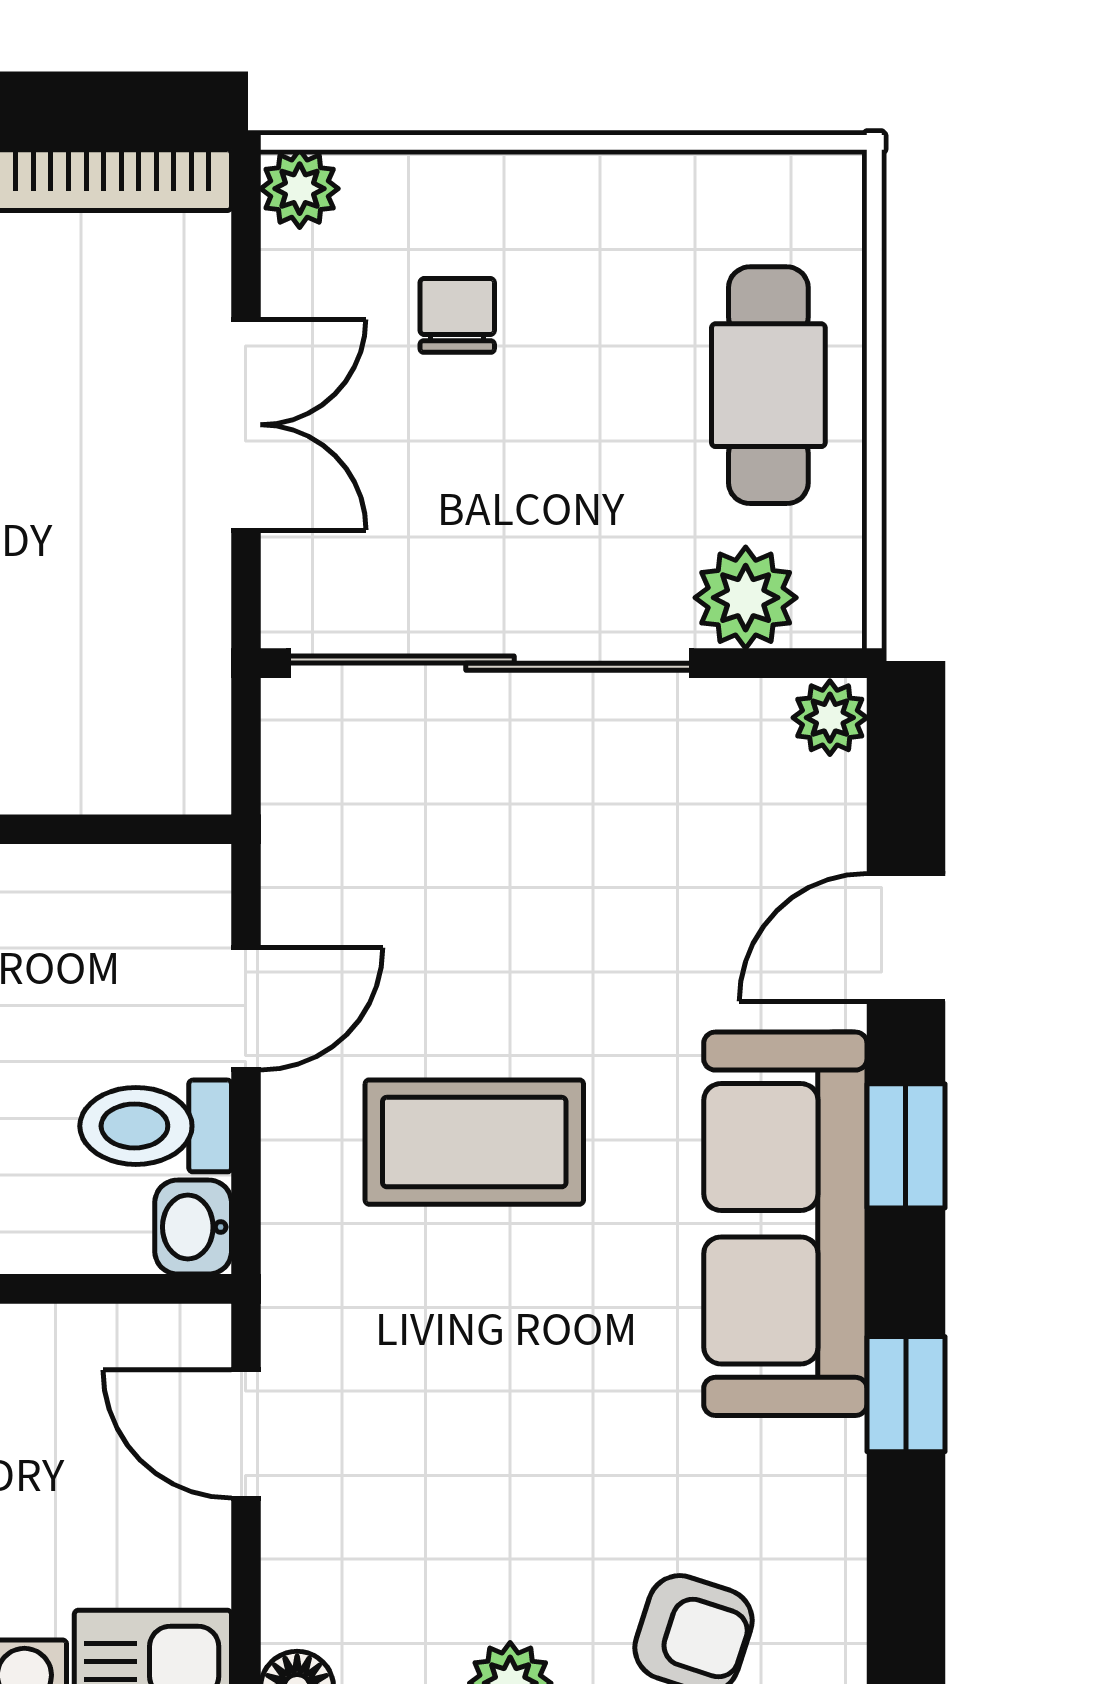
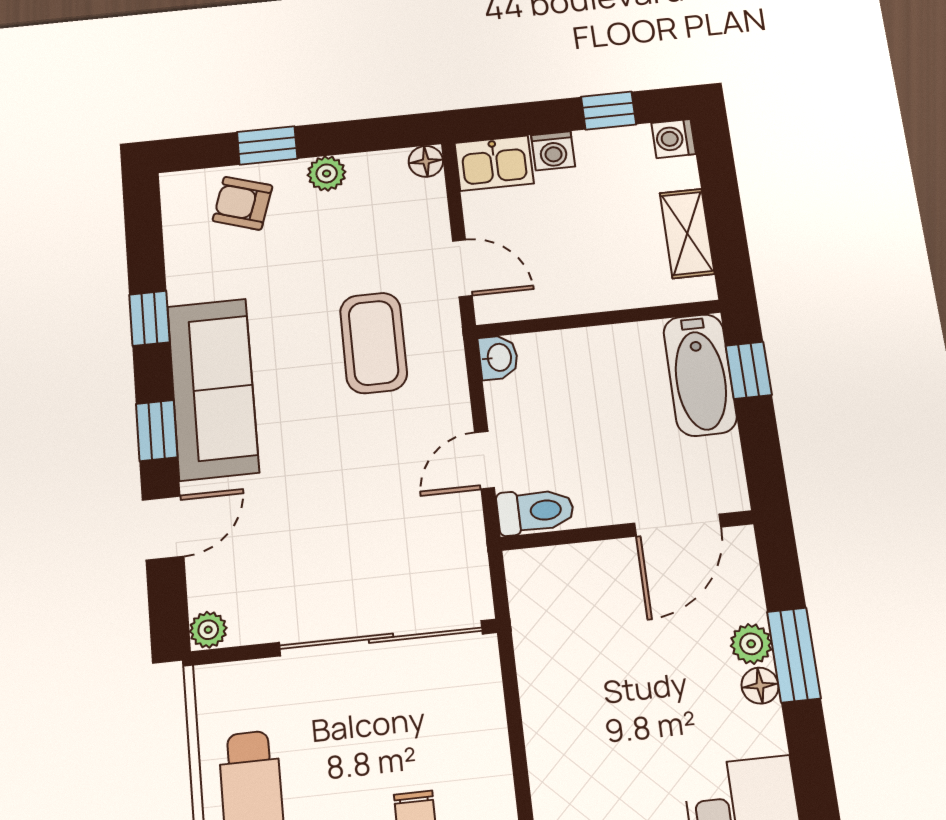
double door: (246, 425) -> (517, 744), removed
plant: (746, 598) -> (255, 684), removed
toilet: (156, 1126) -> (535, 511), moved
coffee table: (474, 1142) -> (373, 343), moved, turned 90

